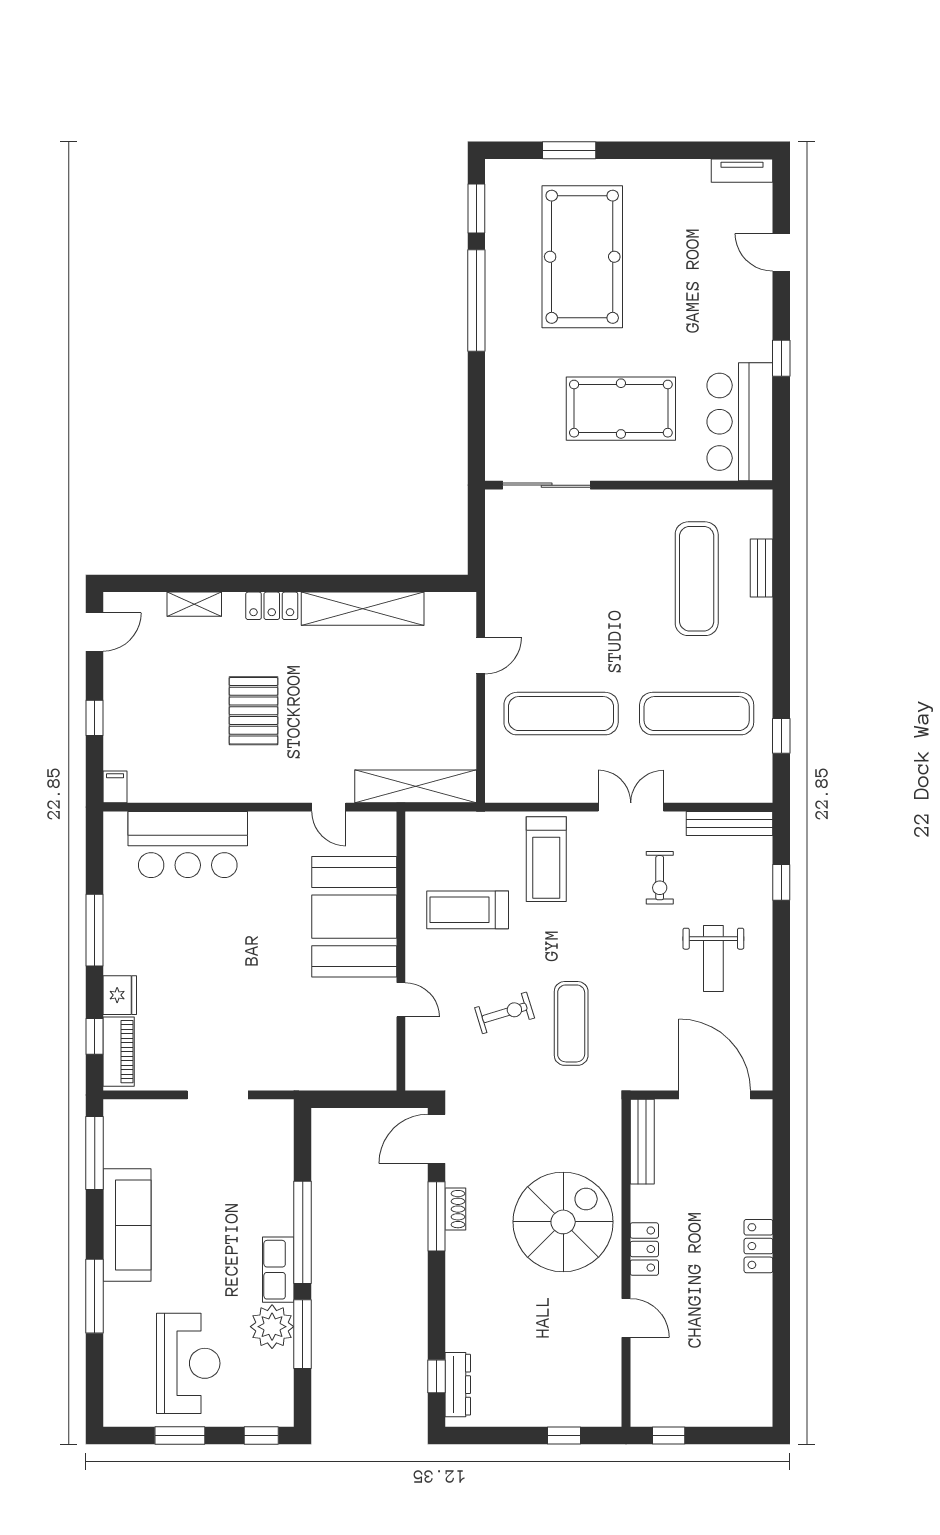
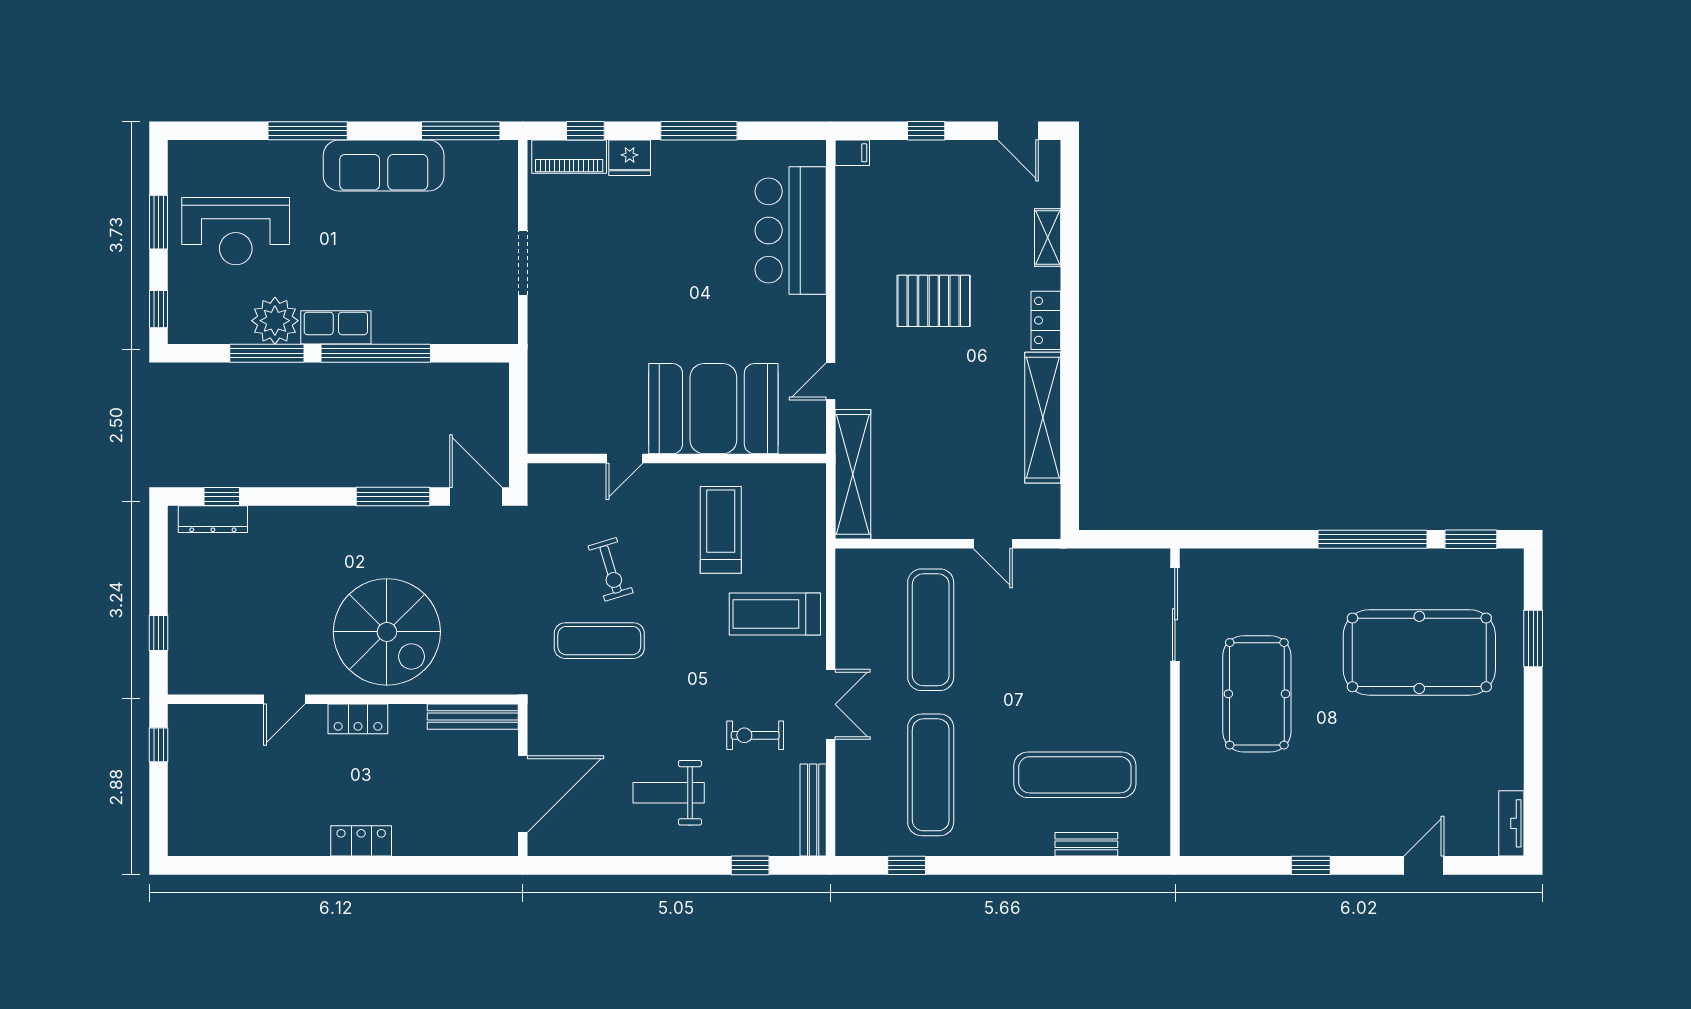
bar counter: (740, 422) -> (1243, 821), removed
shoe rack: (455, 1209) -> (401, 517), removed

